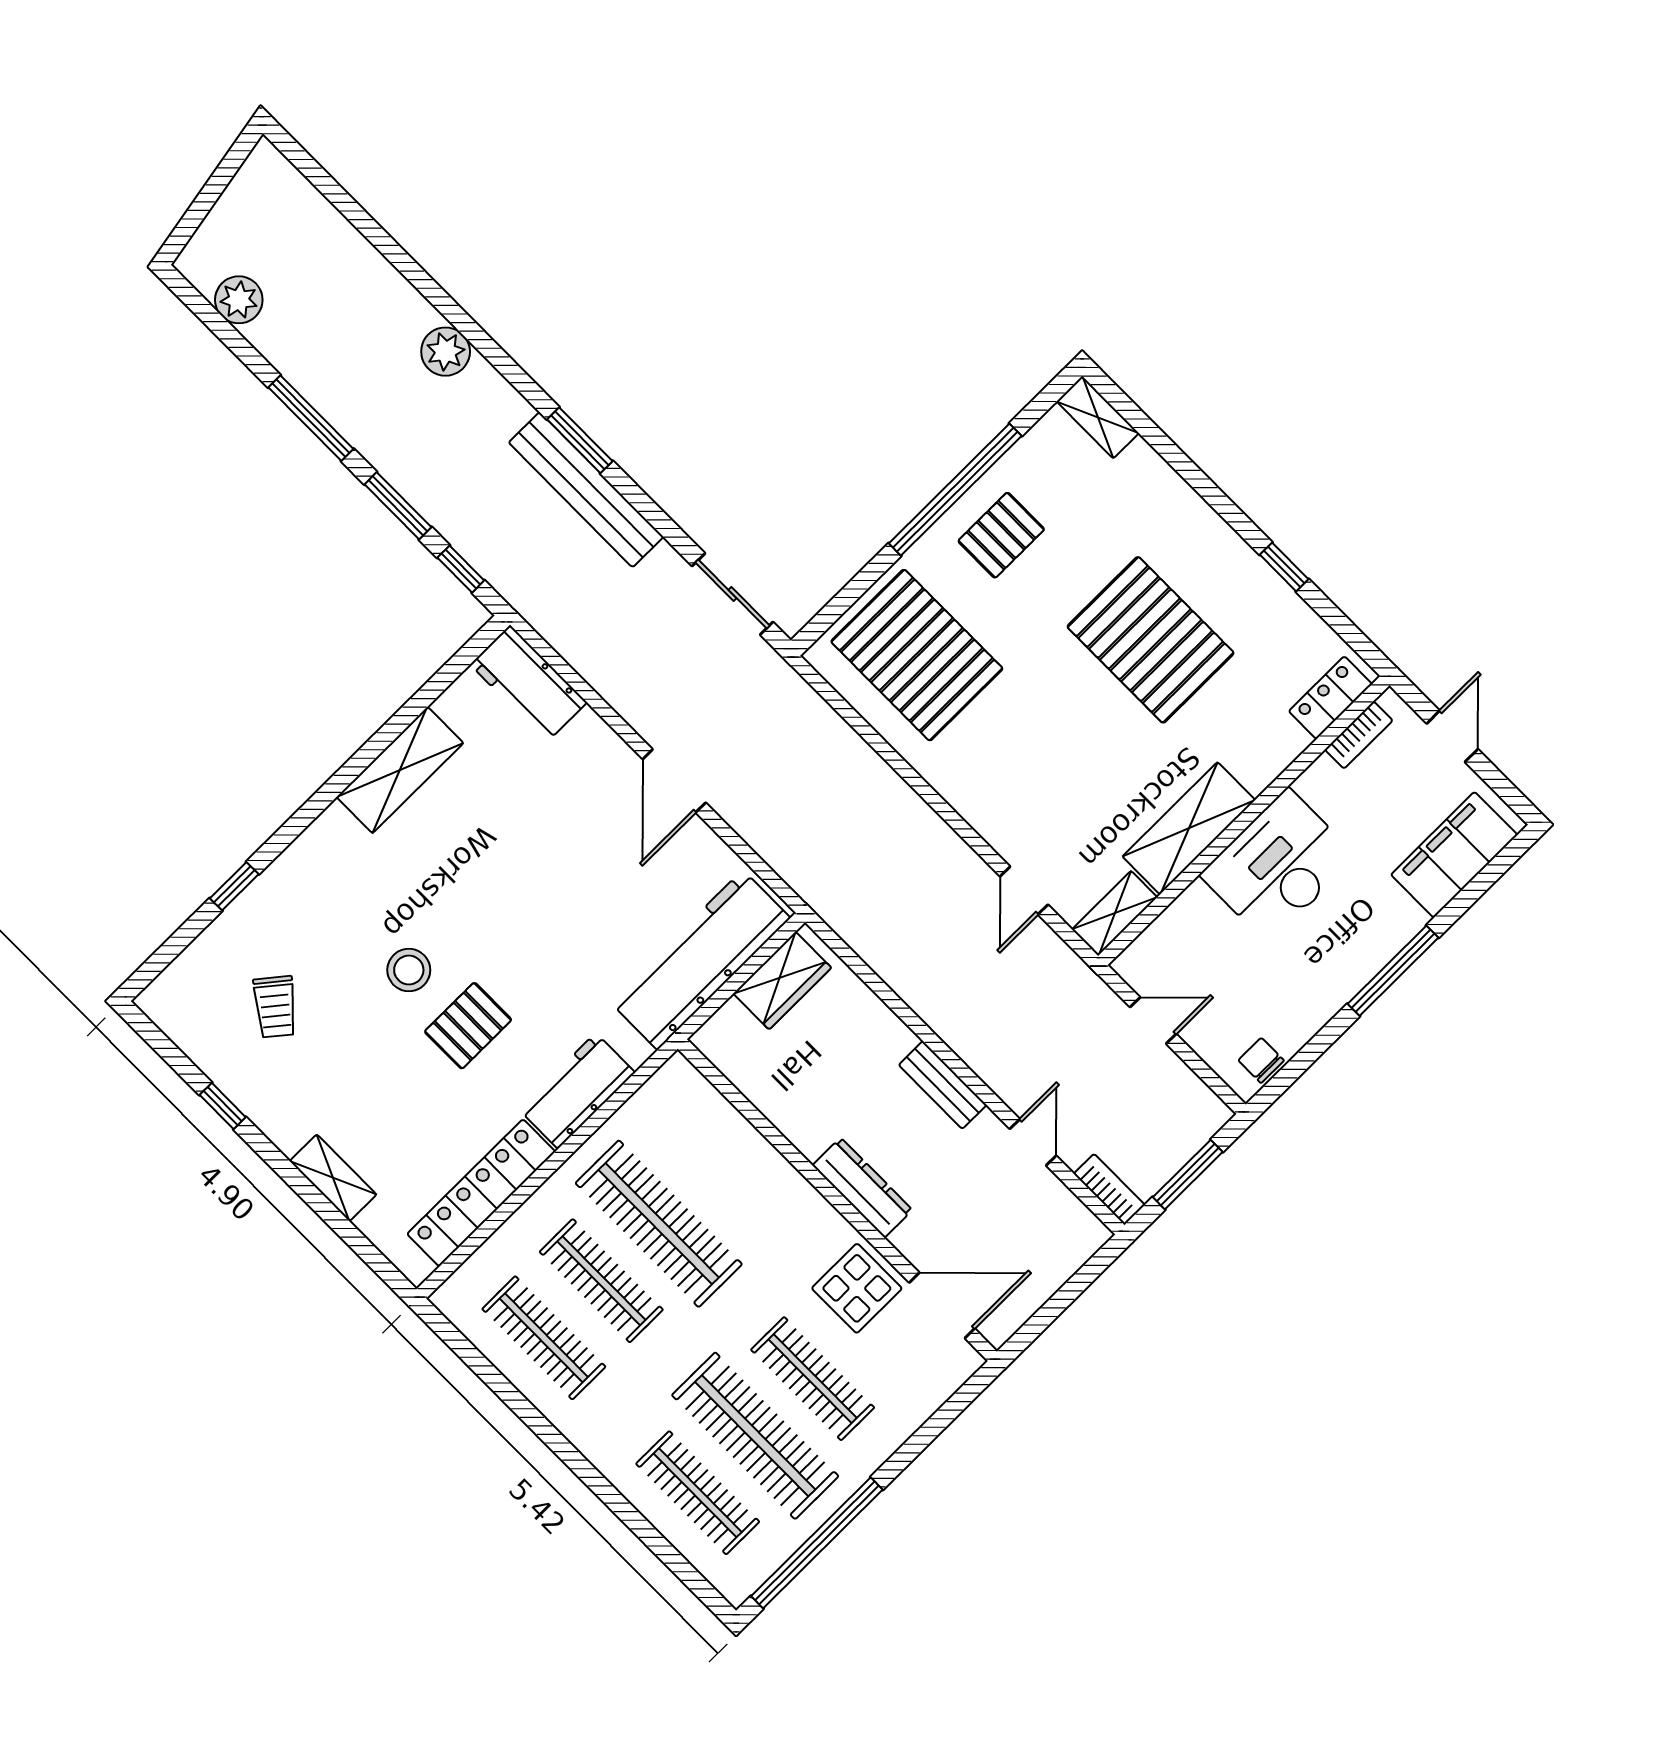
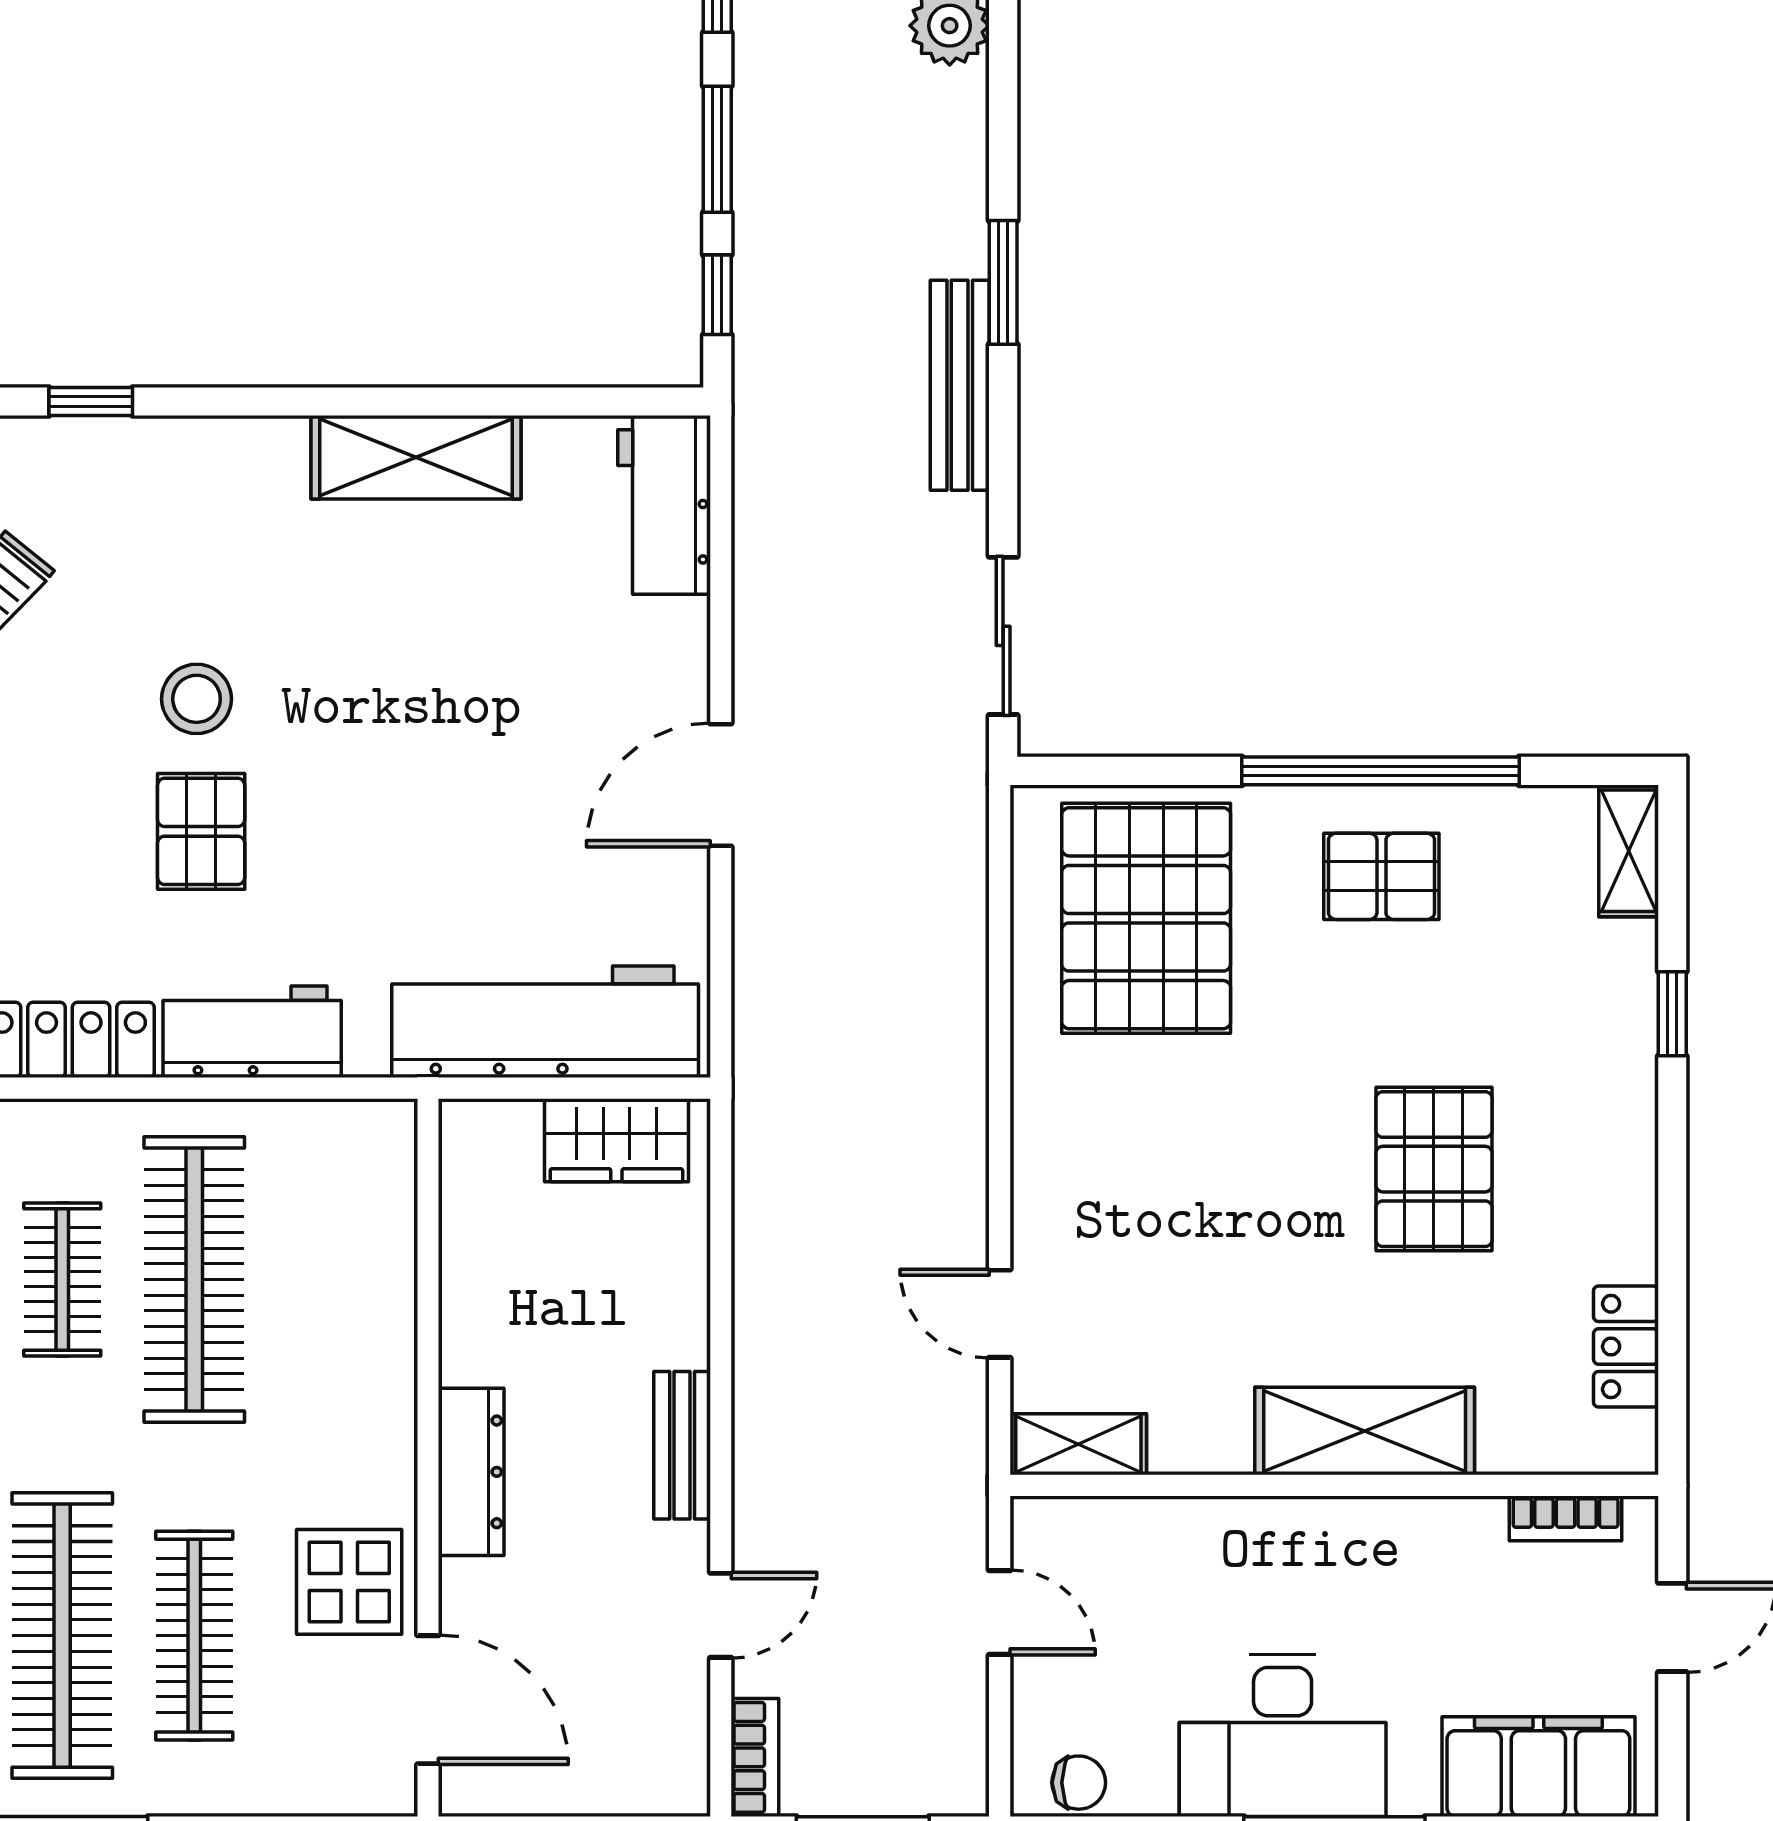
bench: (586, 490) -> (960, 385), width x0.73, depth x0.82
window: (1284, 567) -> (1672, 1014), moved
pallet: (1151, 640) -> (1434, 1169), width x0.73, depth x0.71
locker: (1330, 698) -> (1626, 1346), moved, turned -90
shelving: (1189, 828) -> (1365, 1431), moved
desk: (1278, 866) -> (1283, 1735), moved, turned 180
door: (1024, 890) -> (1000, 1314), hinge flipped
pallet: (468, 1026) -> (201, 831), turned 90
chair: (1261, 1060) -> (1079, 1783), turned 90
clothes rail: (601, 1281) -> (62, 1279), width x0.73

